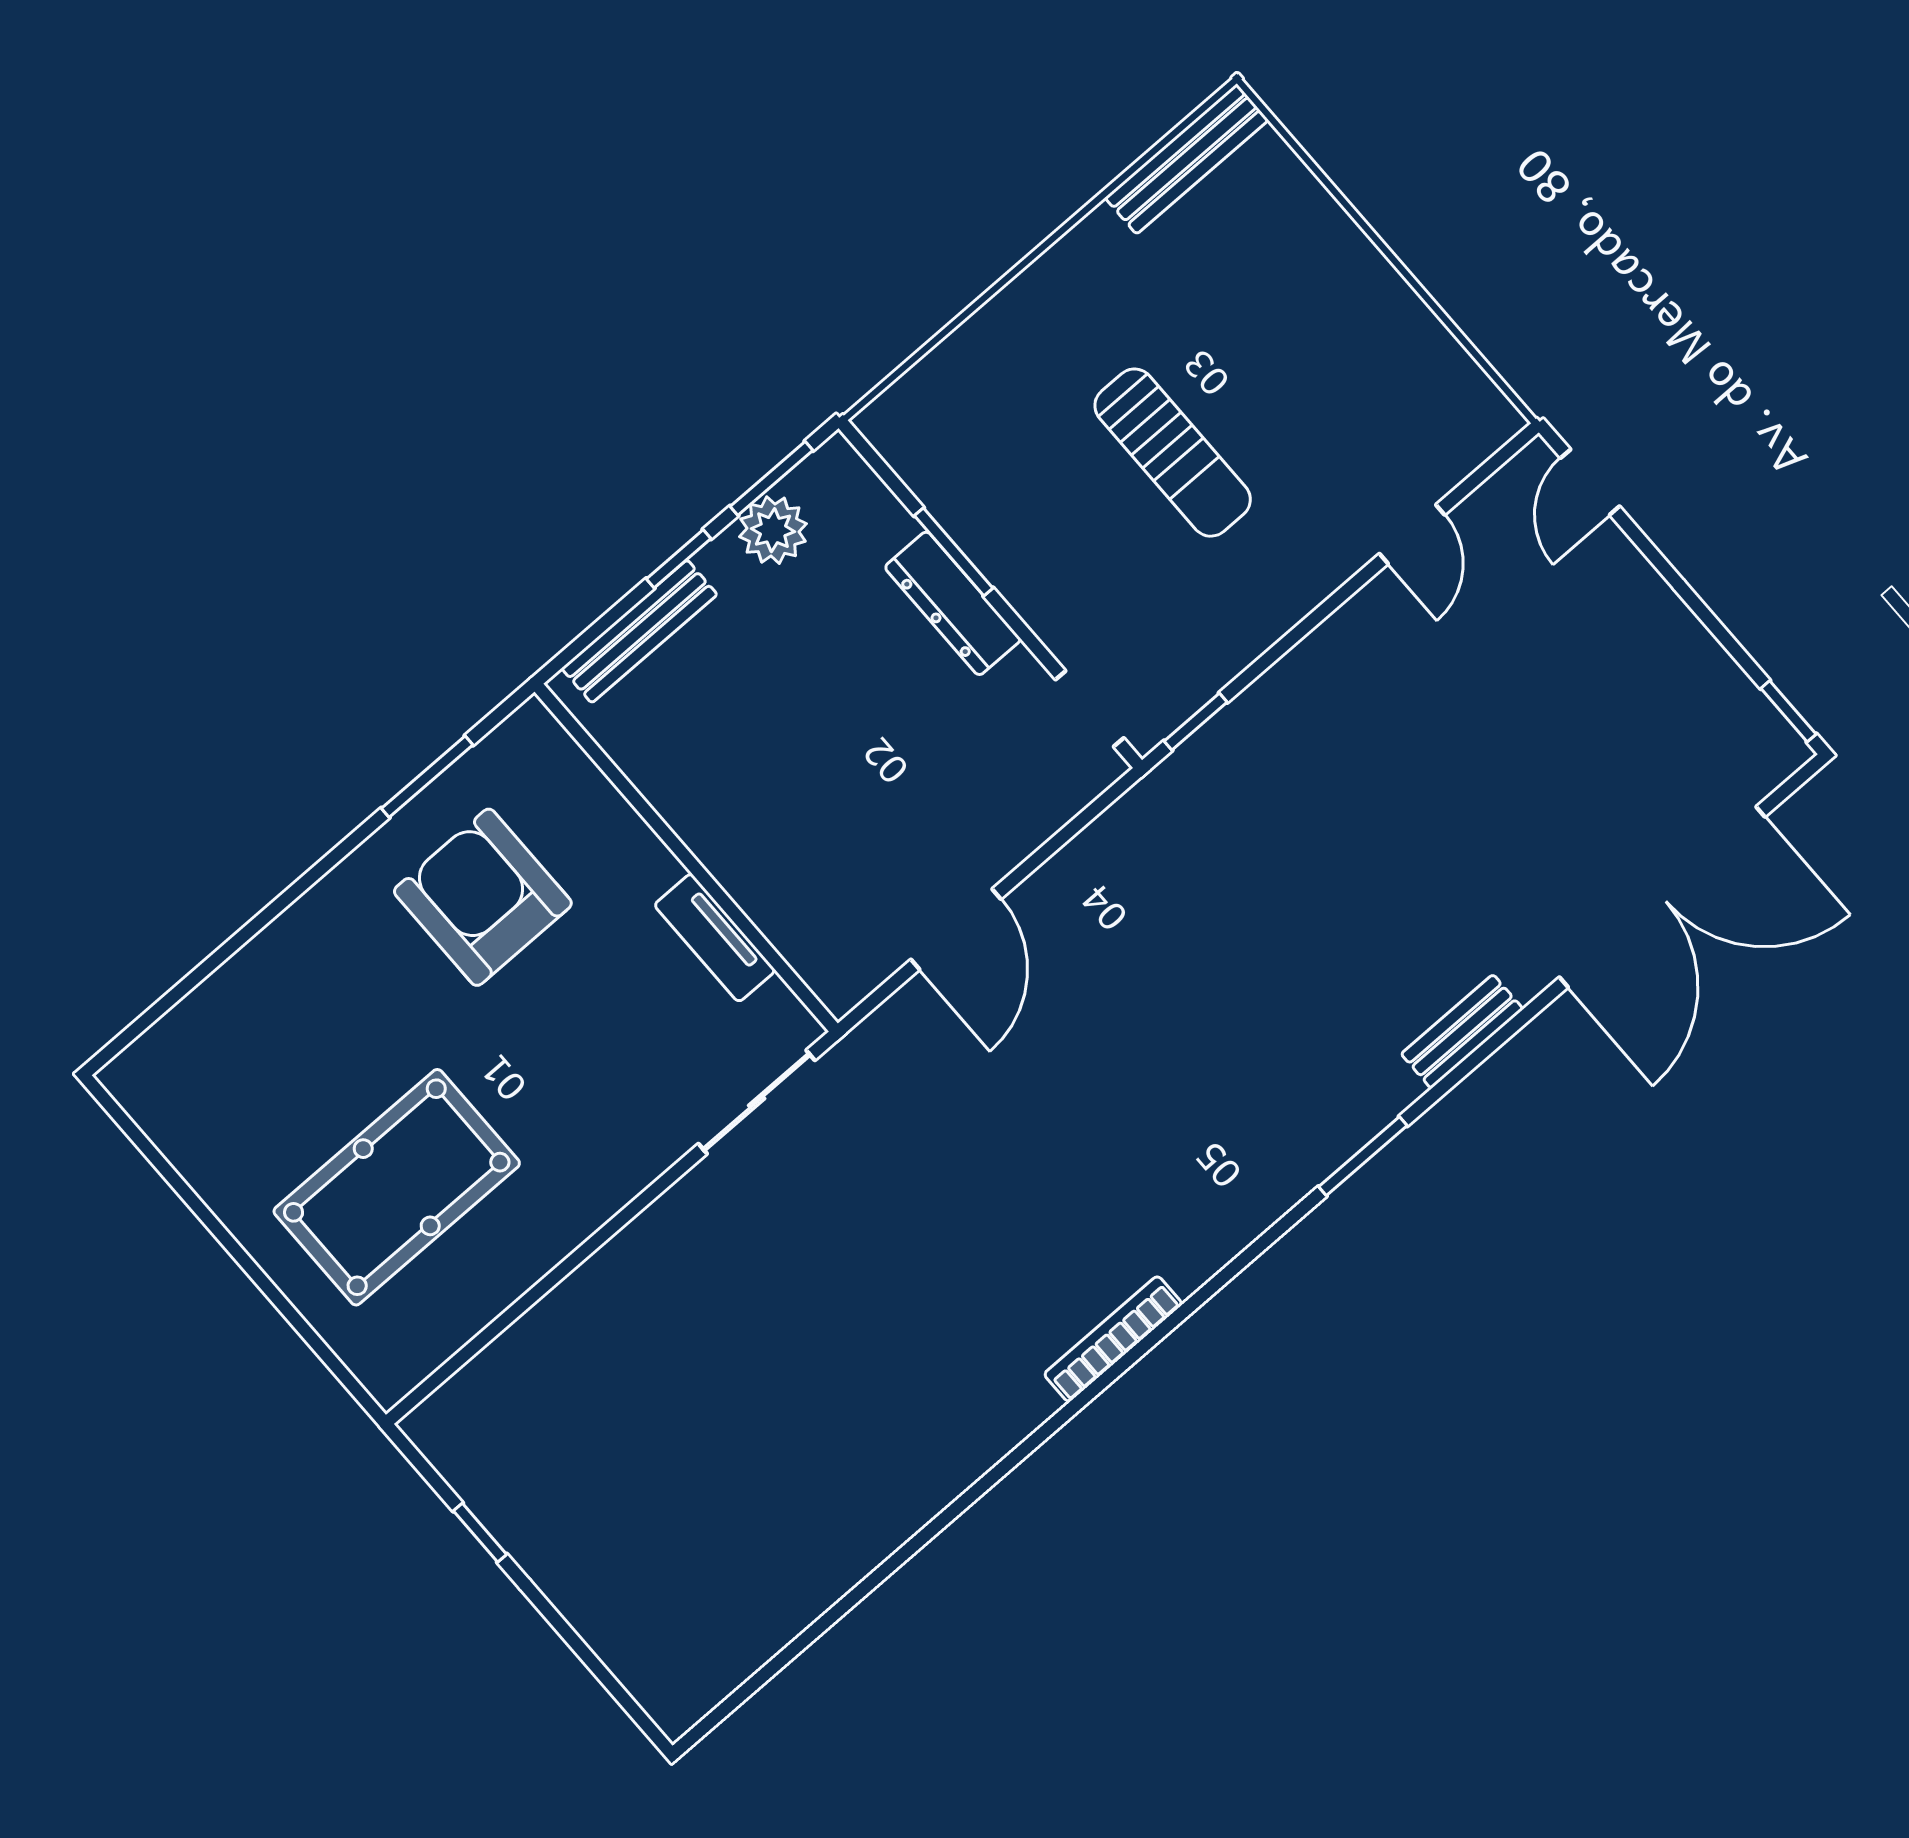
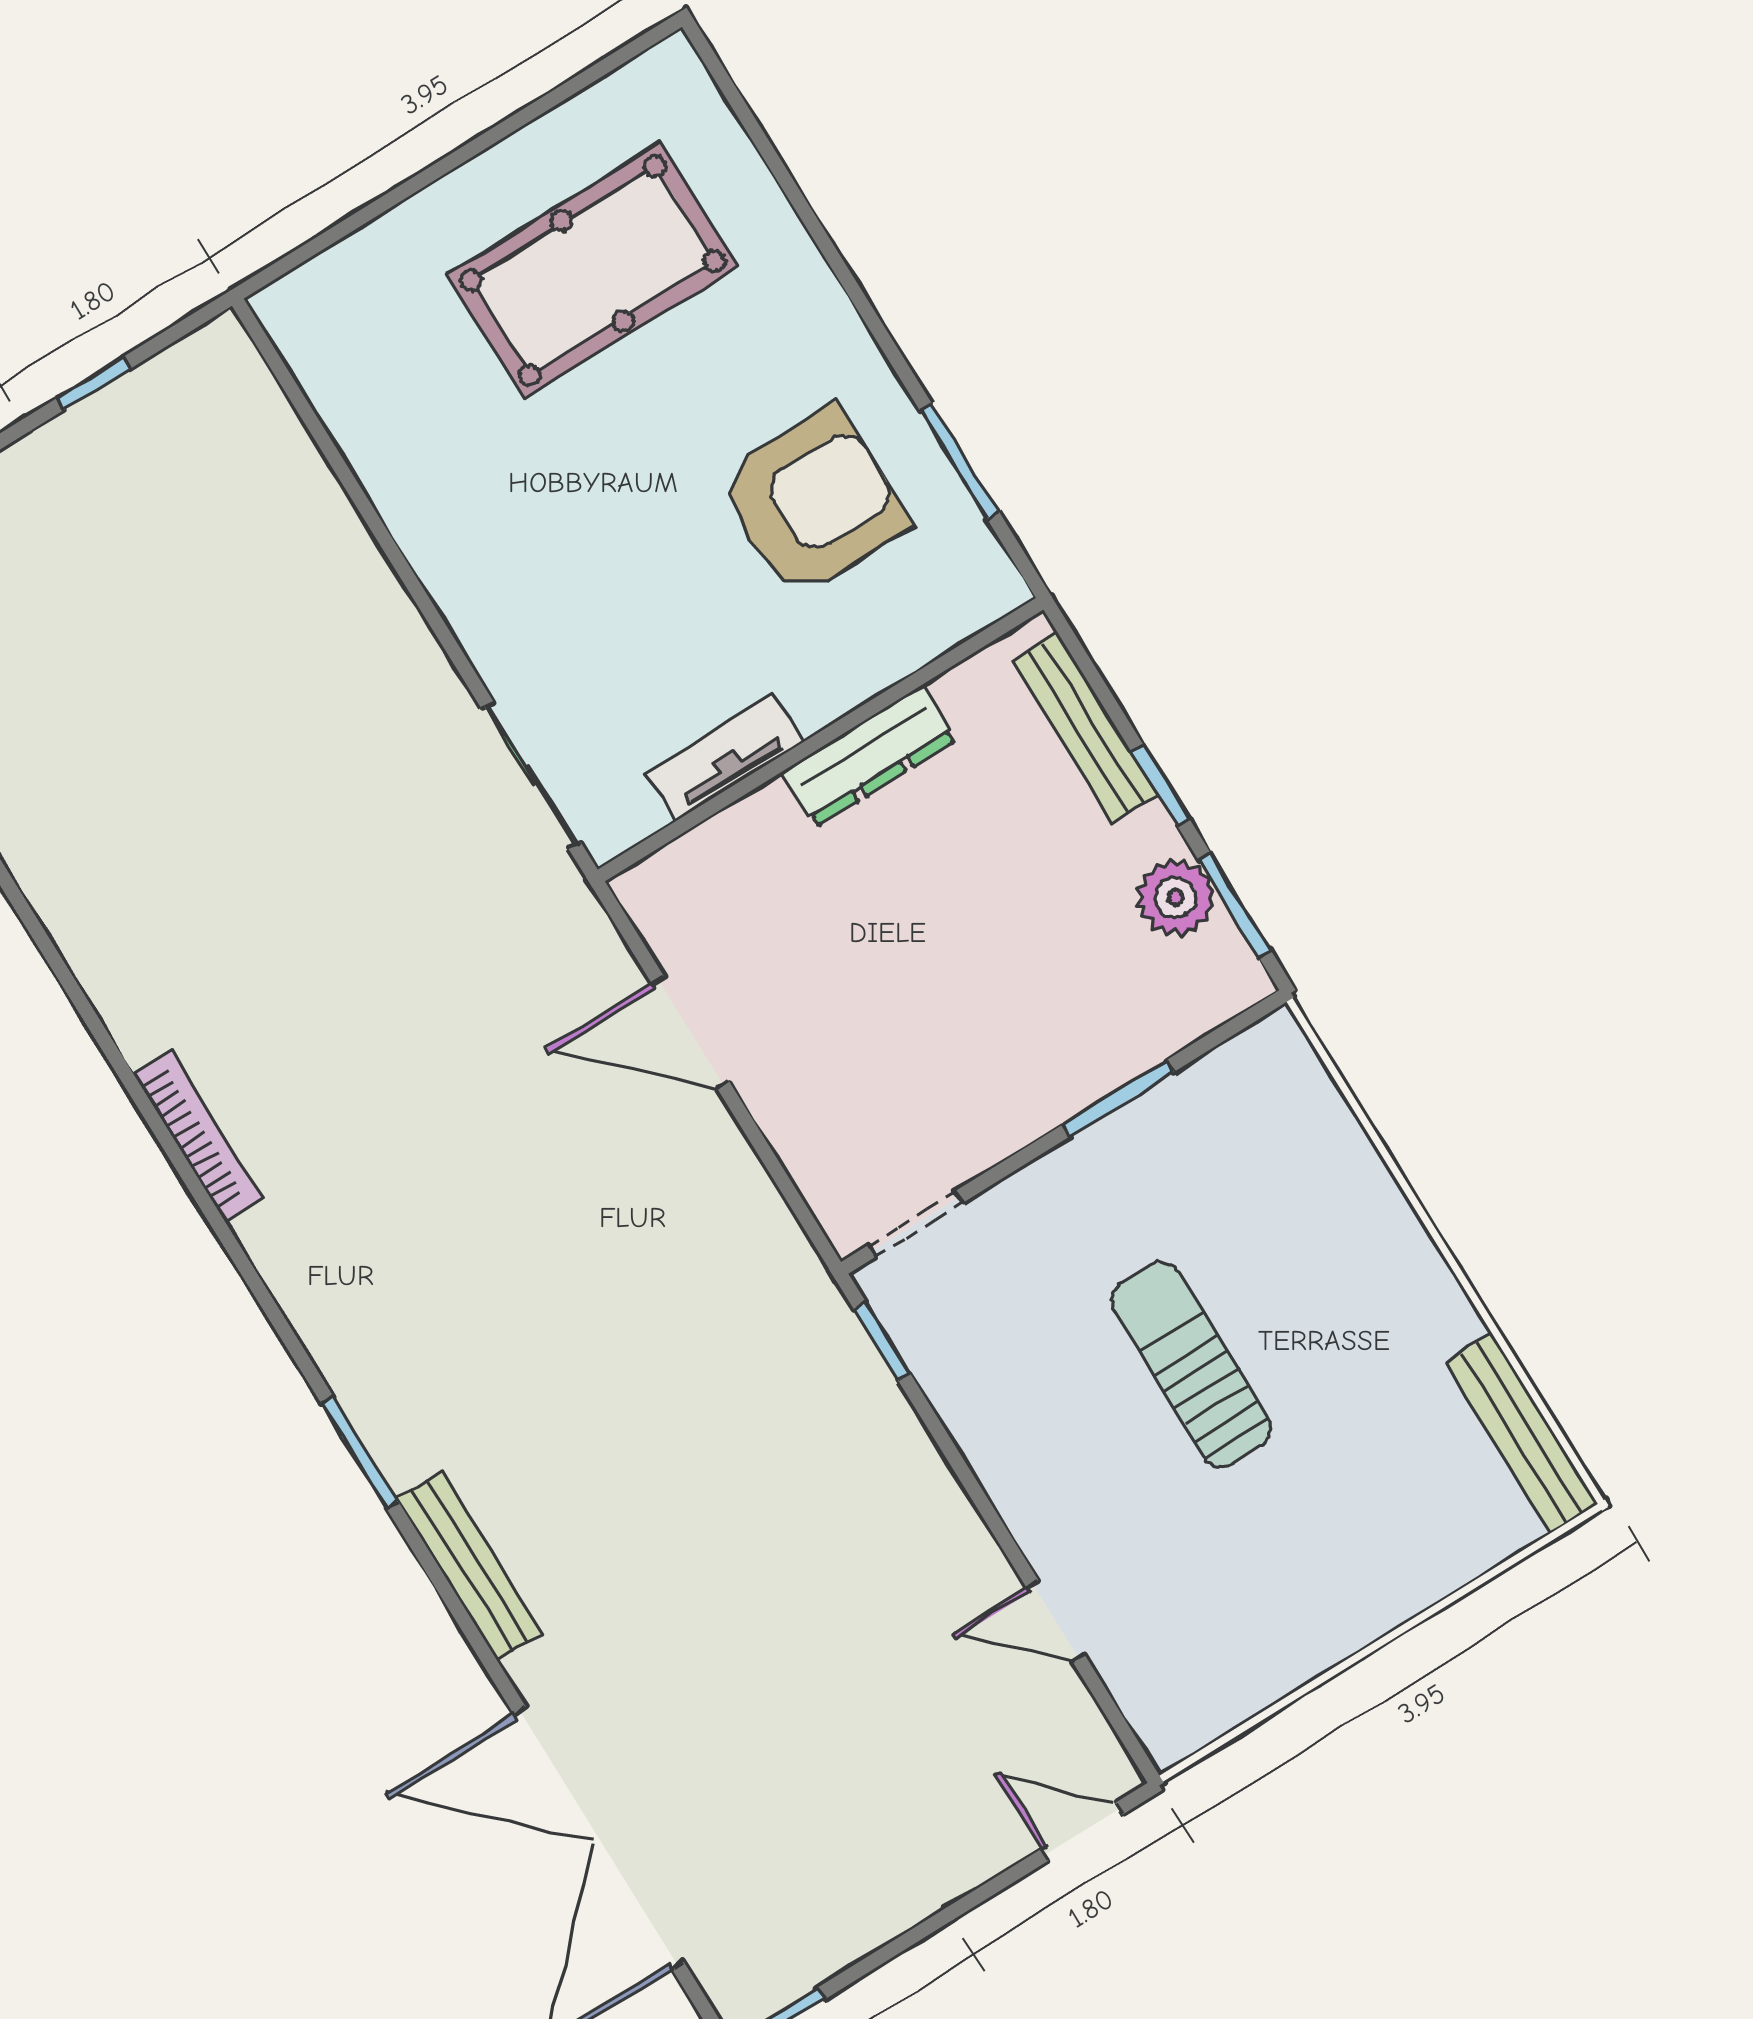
sun lounger: (1173, 453) -> (1191, 1364), turned 90
dresser: (953, 603) -> (869, 756), moved, turned 180
bench: (1462, 1031) -> (469, 1566), width x1.36
pool table: (397, 1187) -> (592, 271), moved, turned 90

